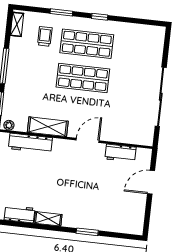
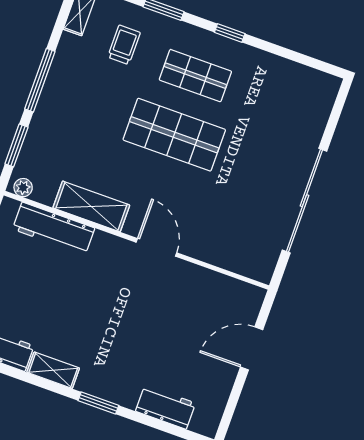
shop shelf: (87, 44) -> (195, 76), width x0.70, depth x0.74
door: (88, 140) -> (156, 247), hinge flipped
workbench: (120, 153) -> (166, 407), moved, turned 180
window: (87, 232) -> (98, 403), moved

